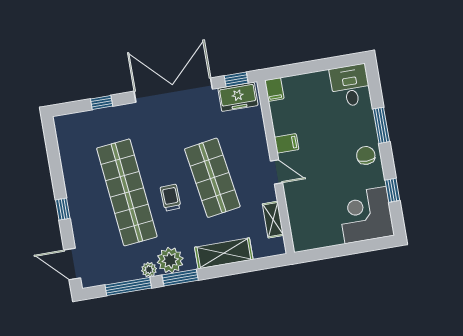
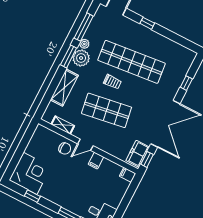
chair: (366, 155) -> (65, 148), moved

